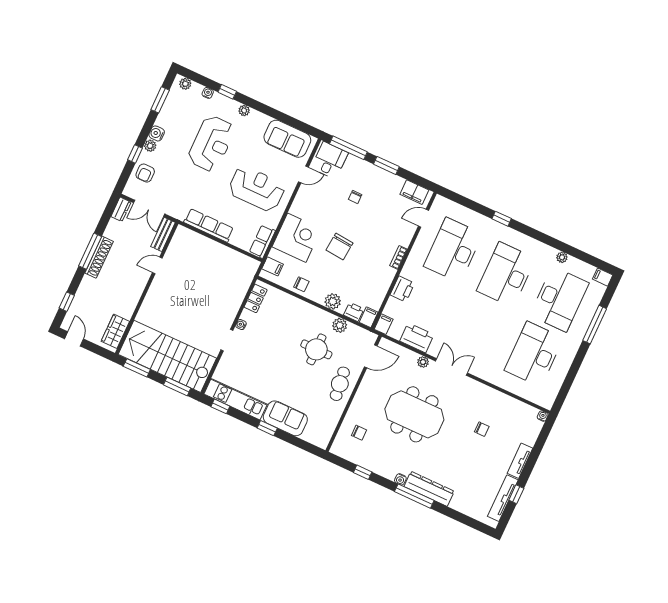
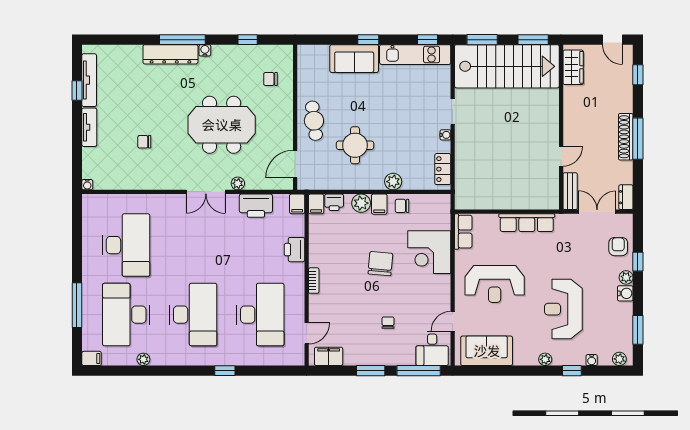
filing cabinet: (273, 266) -> (379, 204), moved, turned -90
plant: (340, 325) -> (393, 182), moved

